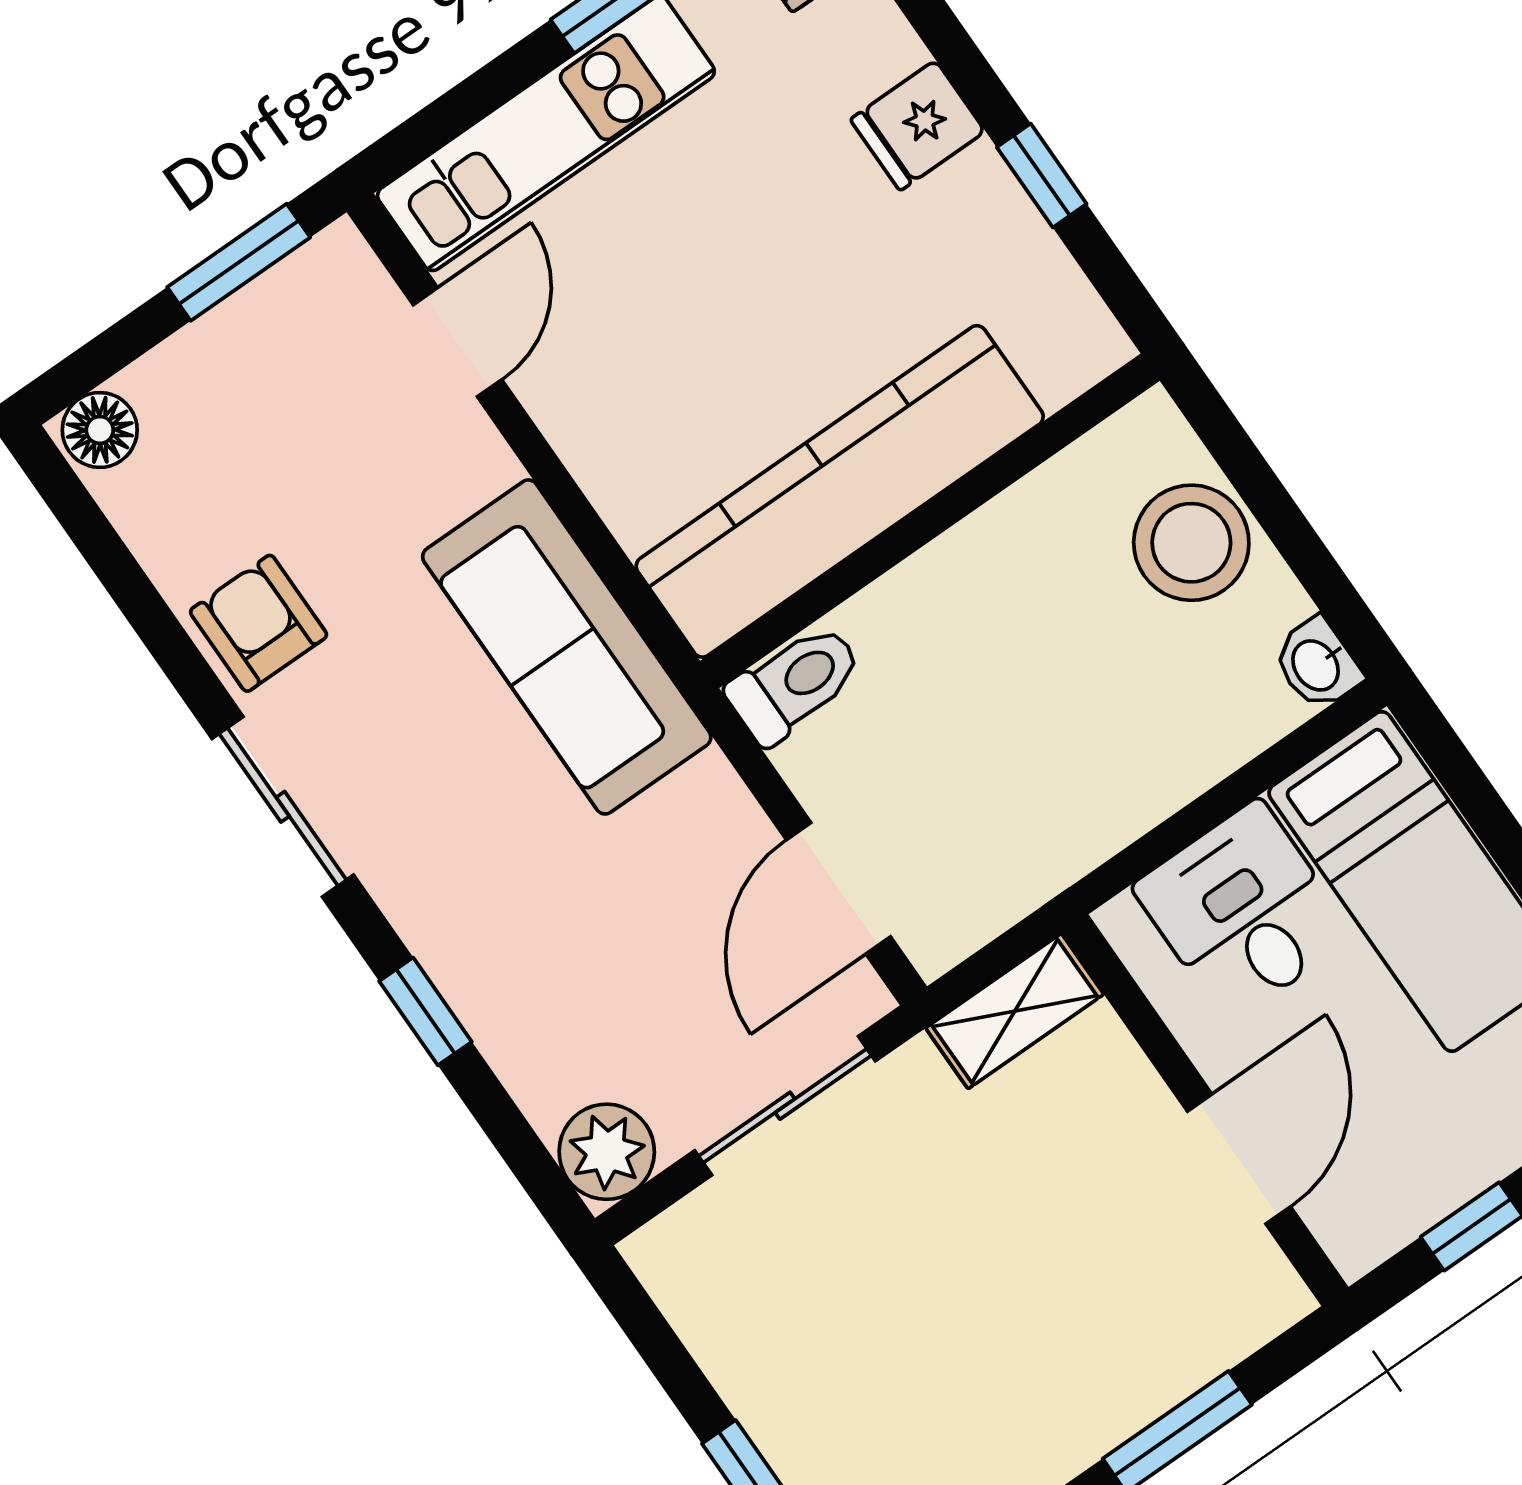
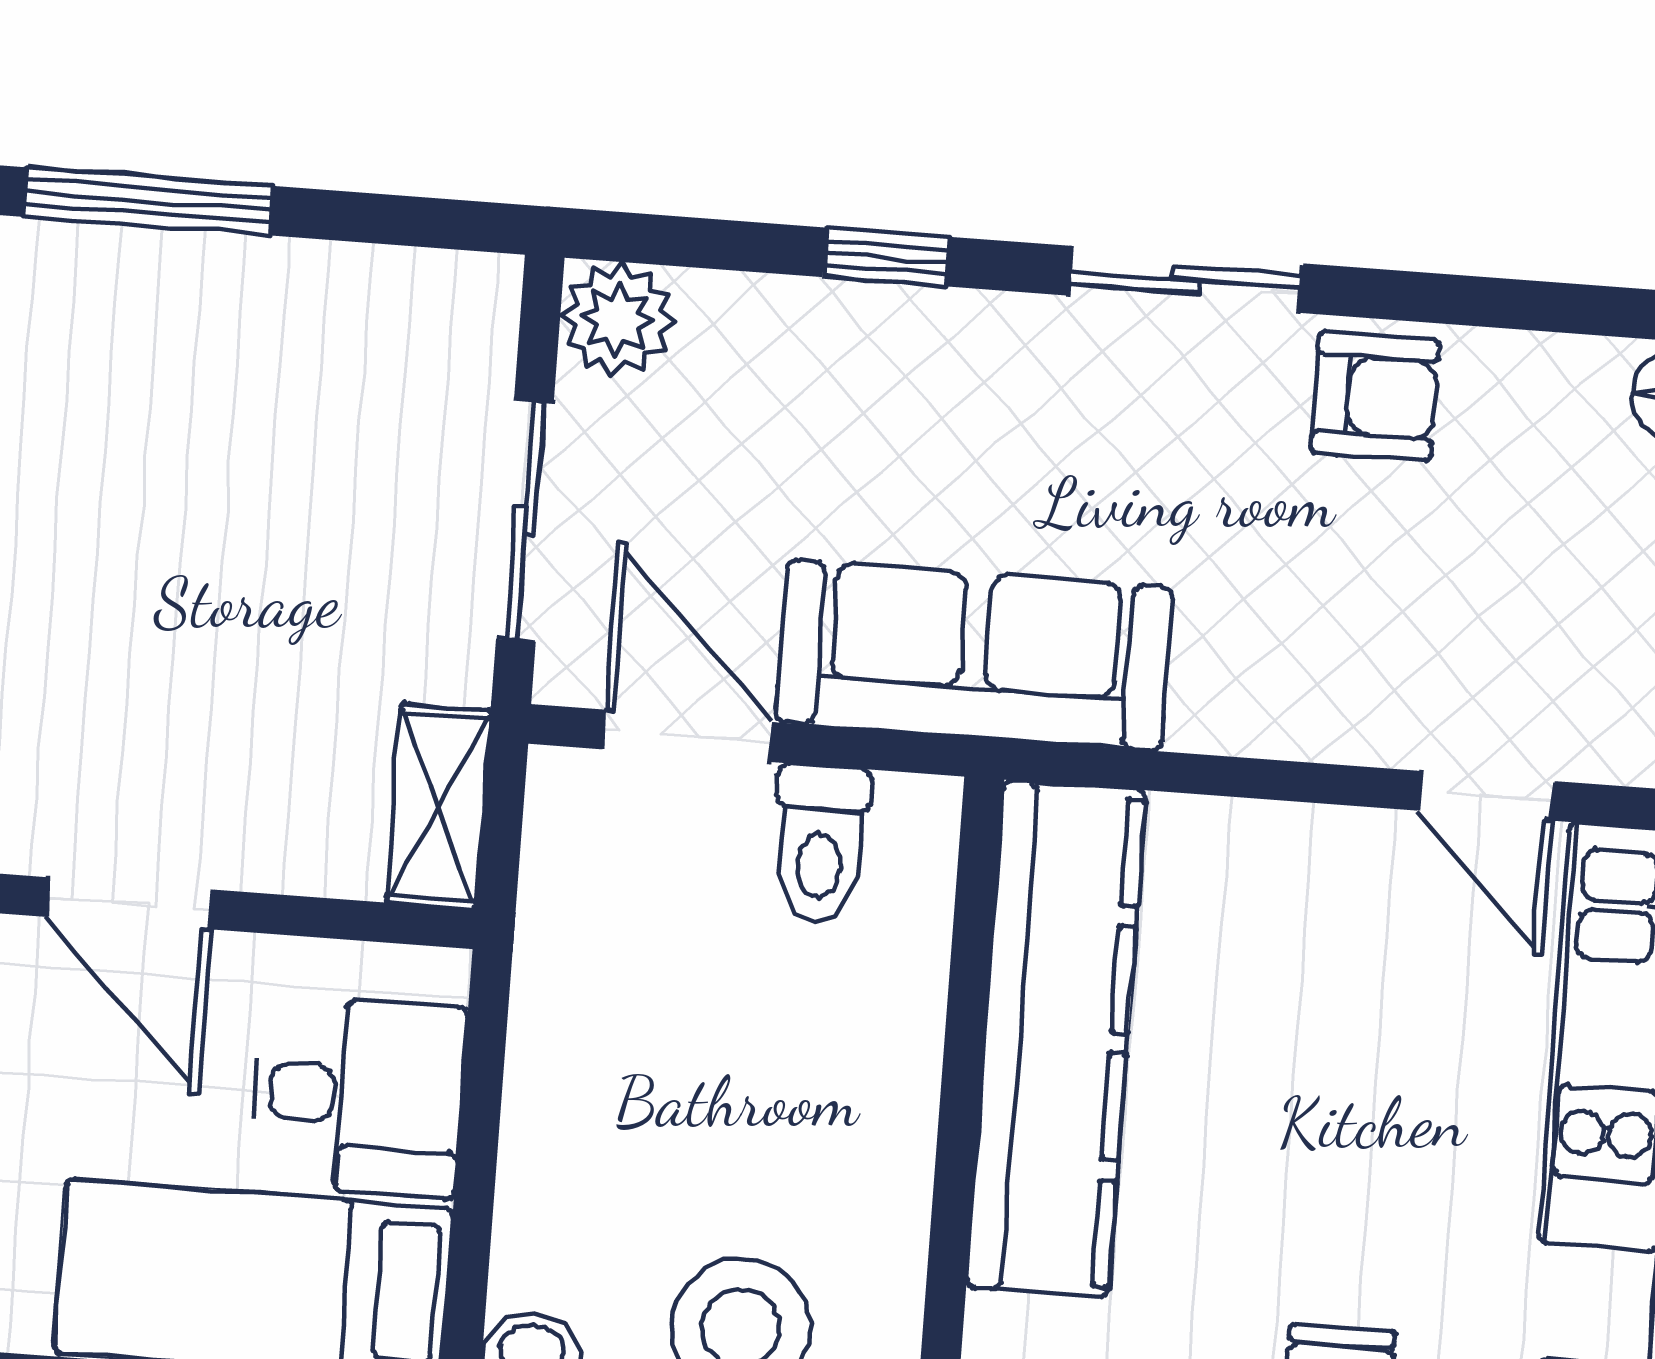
sofa: (567, 647) -> (974, 655), moved
toilet: (795, 683) -> (820, 844), moved

